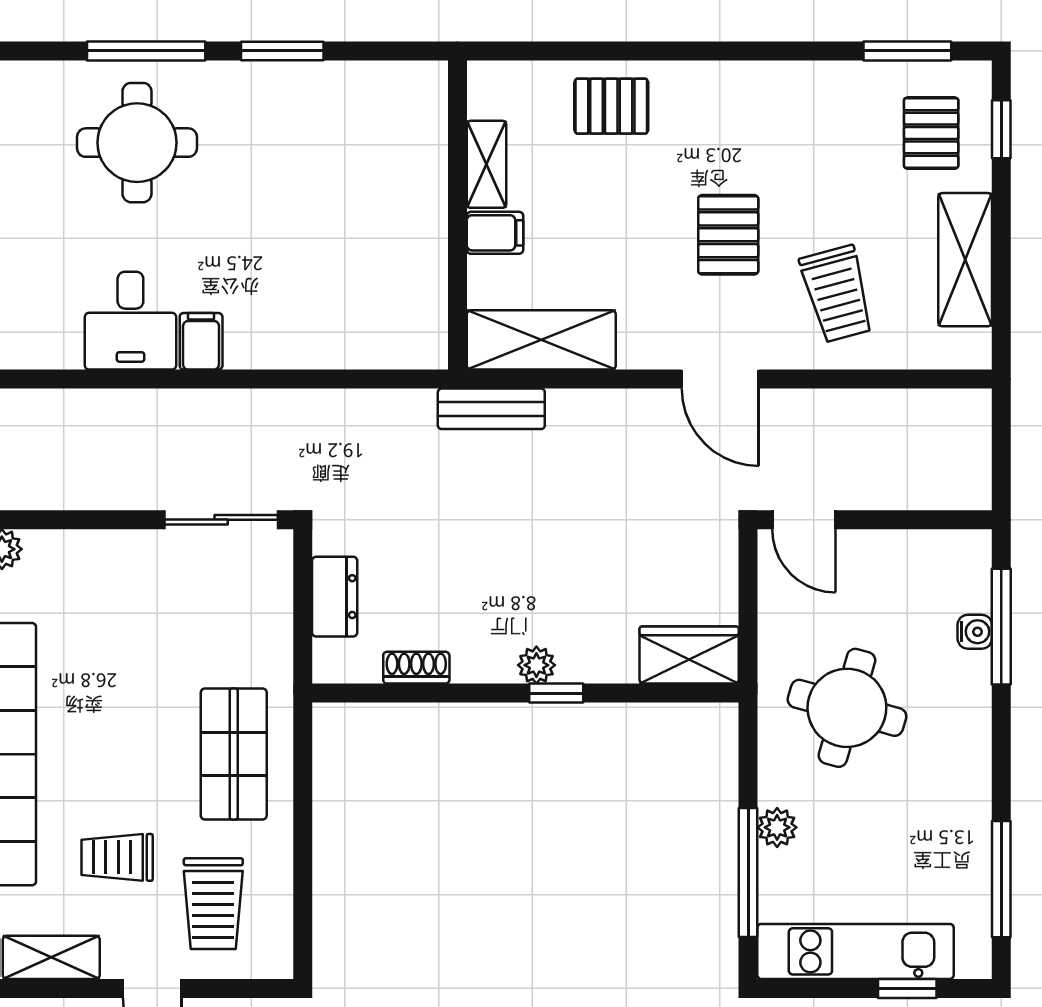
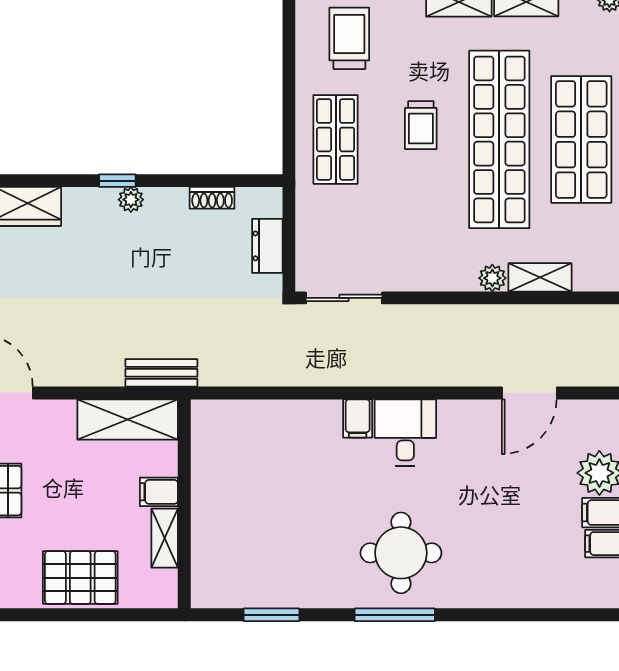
window: (282, 51) -> (272, 615), moved
pallet: (611, 106) -> (80, 578), width x1.50, depth x1.42
trolley: (117, 857) -> (421, 125), moved, turned 90

